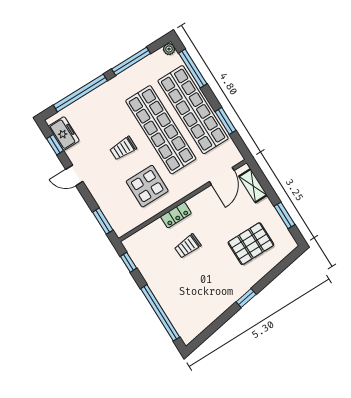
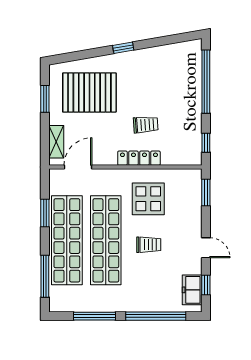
plant: (169, 49) -> (55, 306), removed
locker: (176, 215) -> (139, 158), width x1.53
pallet: (251, 244) -> (89, 92), width x1.37, depth x1.41

